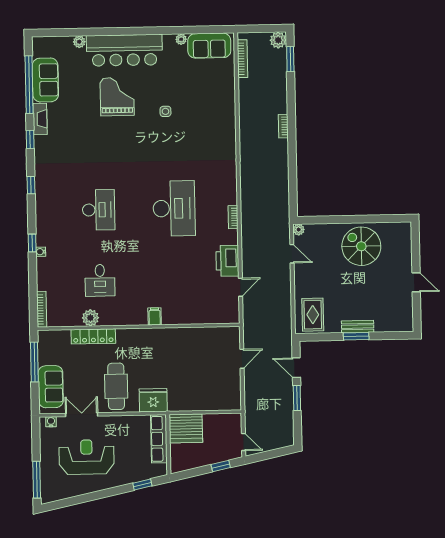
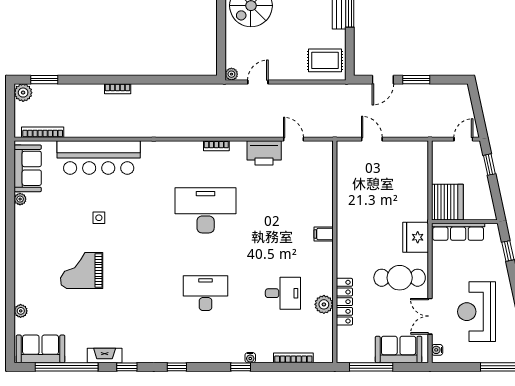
bar counter: (124, 50) -> (99, 158), moved, turned 90
sofa: (45, 80) -> (41, 349), moved
bookcase: (42, 309) -> (293, 358), moved

